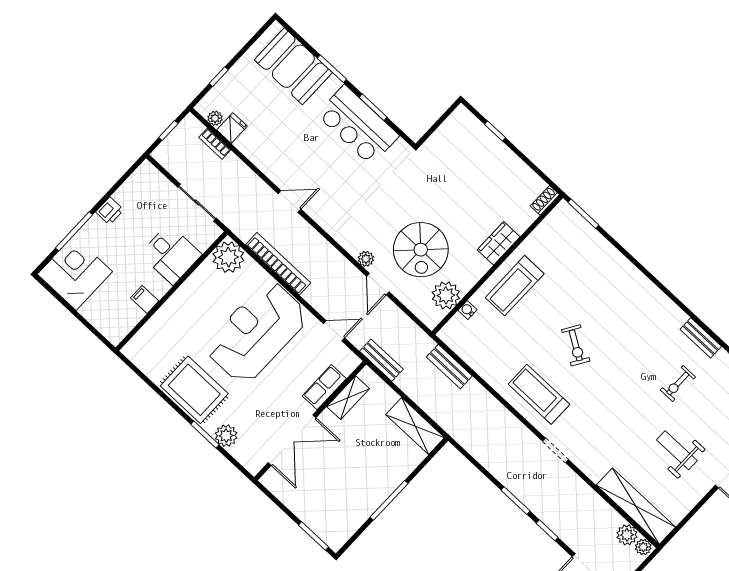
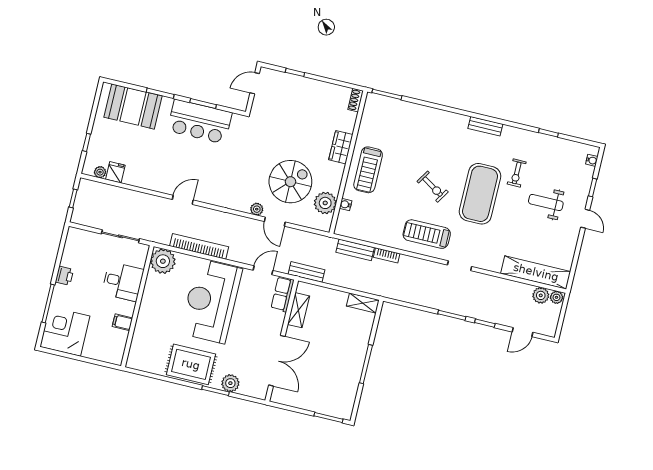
door: (443, 117) -> (255, 83), added
bookcase: (215, 144) -> (387, 255), moved
spiral stairs: (421, 250) -> (290, 182), turned -90
bench: (701, 338) -> (485, 126), moved
exercise mat: (624, 383) -> (480, 194), added
row of seats: (324, 387) -> (283, 294), moved
shelving: (415, 426) -> (363, 303), width x0.67, depth x0.75
weight bench: (677, 450) -> (546, 202), moved

